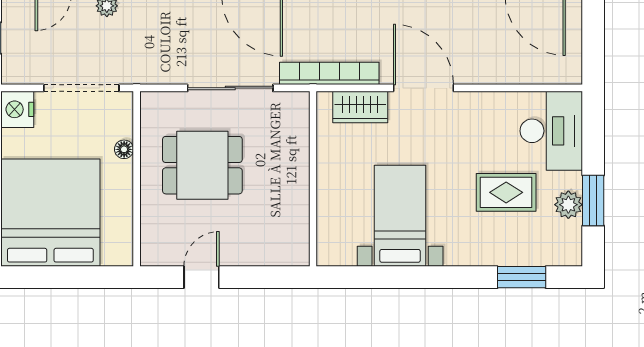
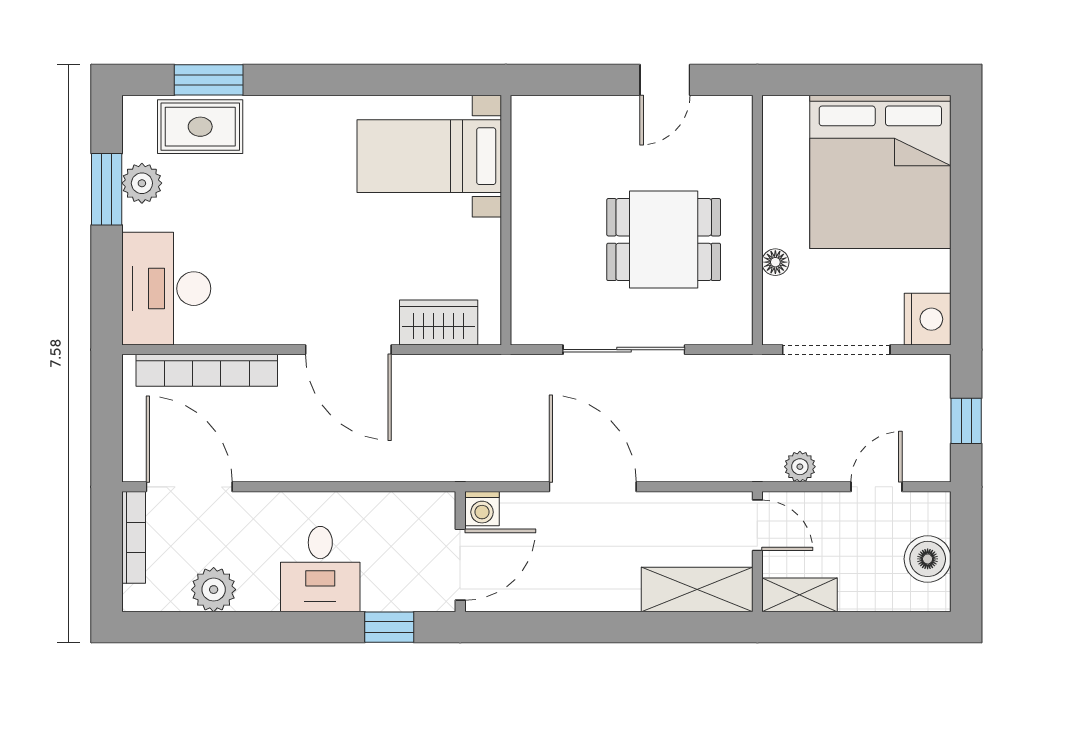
bookcase: (329, 73) -> (207, 370), moved
rug: (506, 192) -> (200, 127), moved
bed with nightstands: (400, 216) -> (429, 156), moved, turned 90

